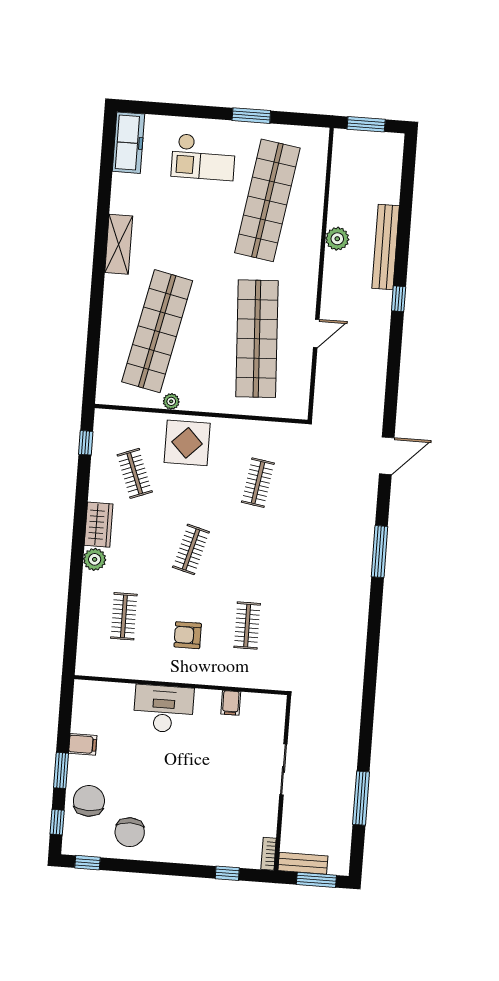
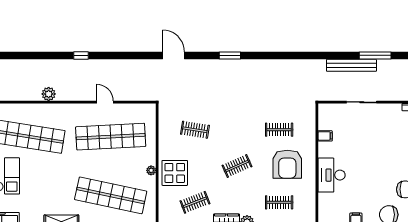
bench: (386, 247) -> (351, 65), moved
plant: (171, 401) -> (151, 170), moved
clothes rail: (191, 549) -> (237, 166), turned -39
window: (380, 552) -> (230, 55), width x0.69
armchair: (188, 635) -> (287, 164), width x1.88, depth x1.88

